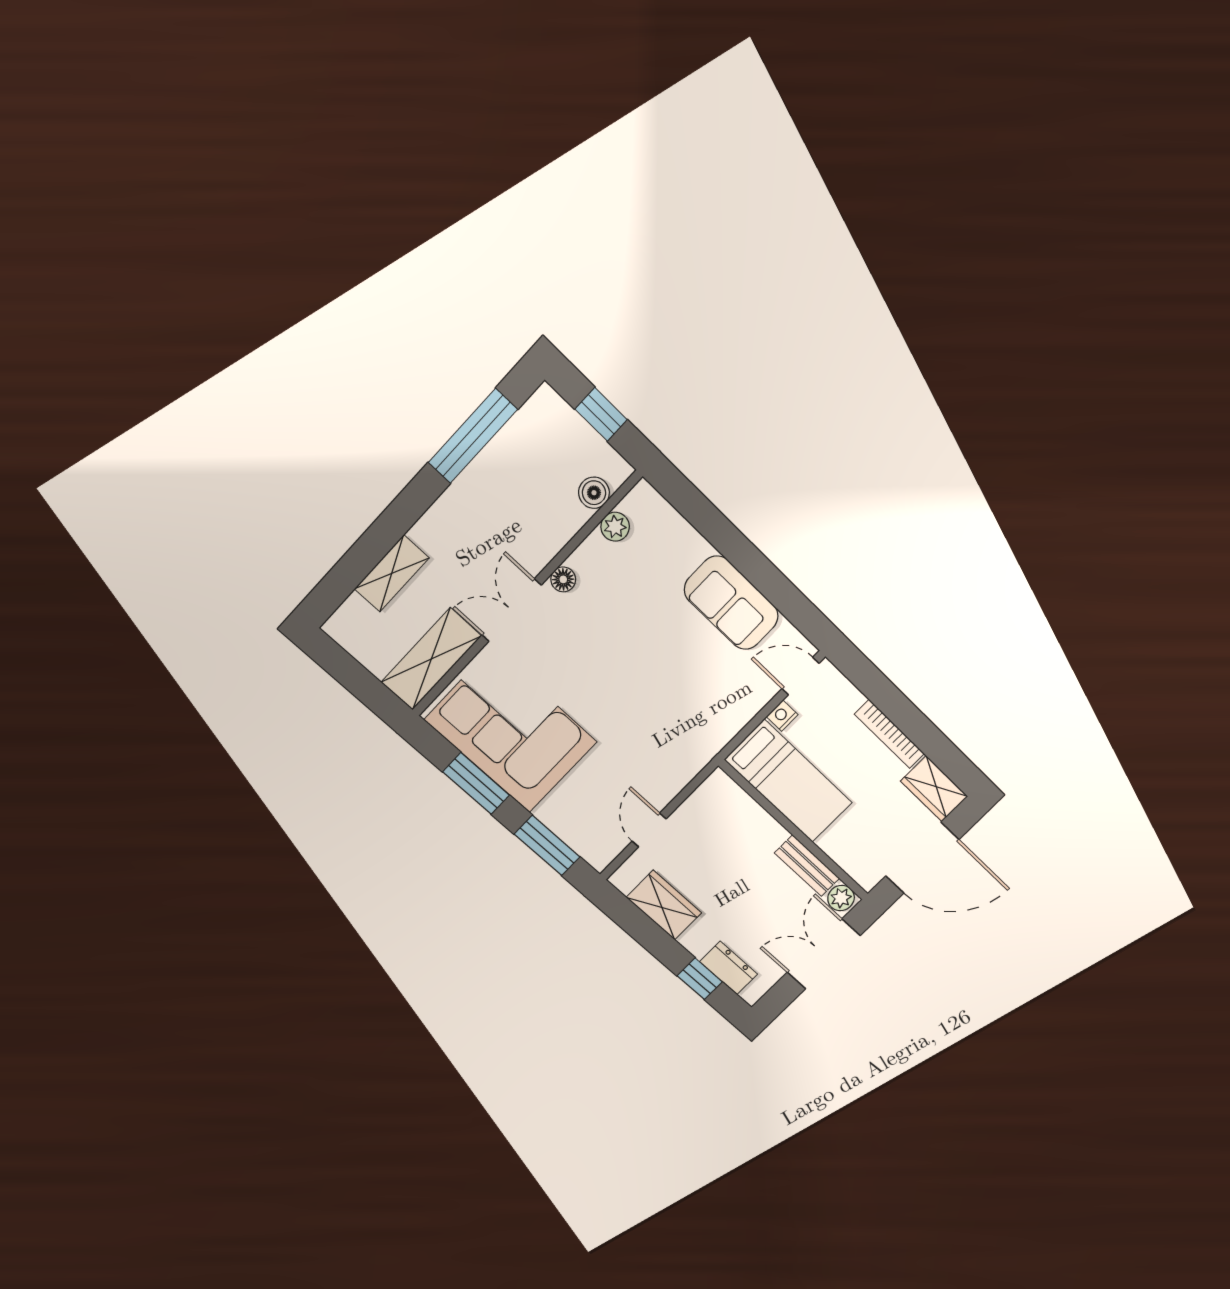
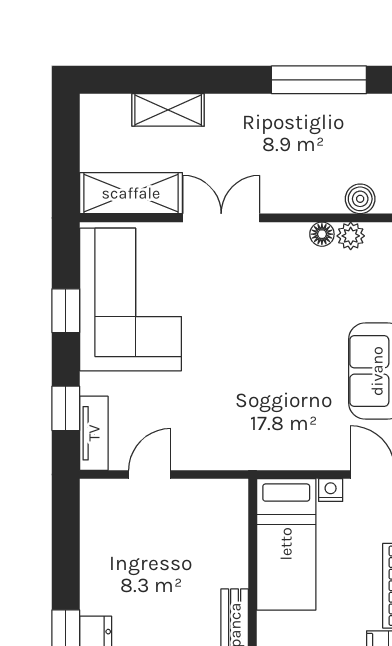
floor lamp: (563, 579) -> (322, 234), moved
window: (476, 784) -> (66, 311), width x0.67
tv unit: (583, 842) -> (94, 433), added
window: (547, 846) -> (66, 408), width x0.67
wardrobe: (664, 905) -> (100, 544), removed

